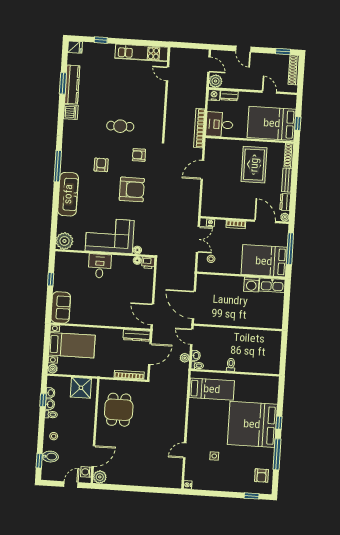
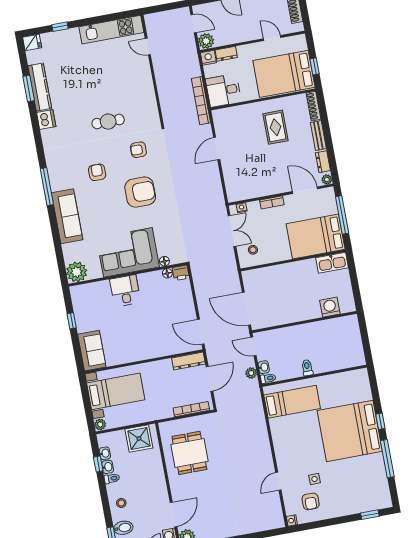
rug: (254, 165) -> (275, 127), width x0.73, depth x0.70
washing machine: (251, 284) -> (330, 307), moved, turned 180
armchair: (262, 476) -> (311, 501), moved

